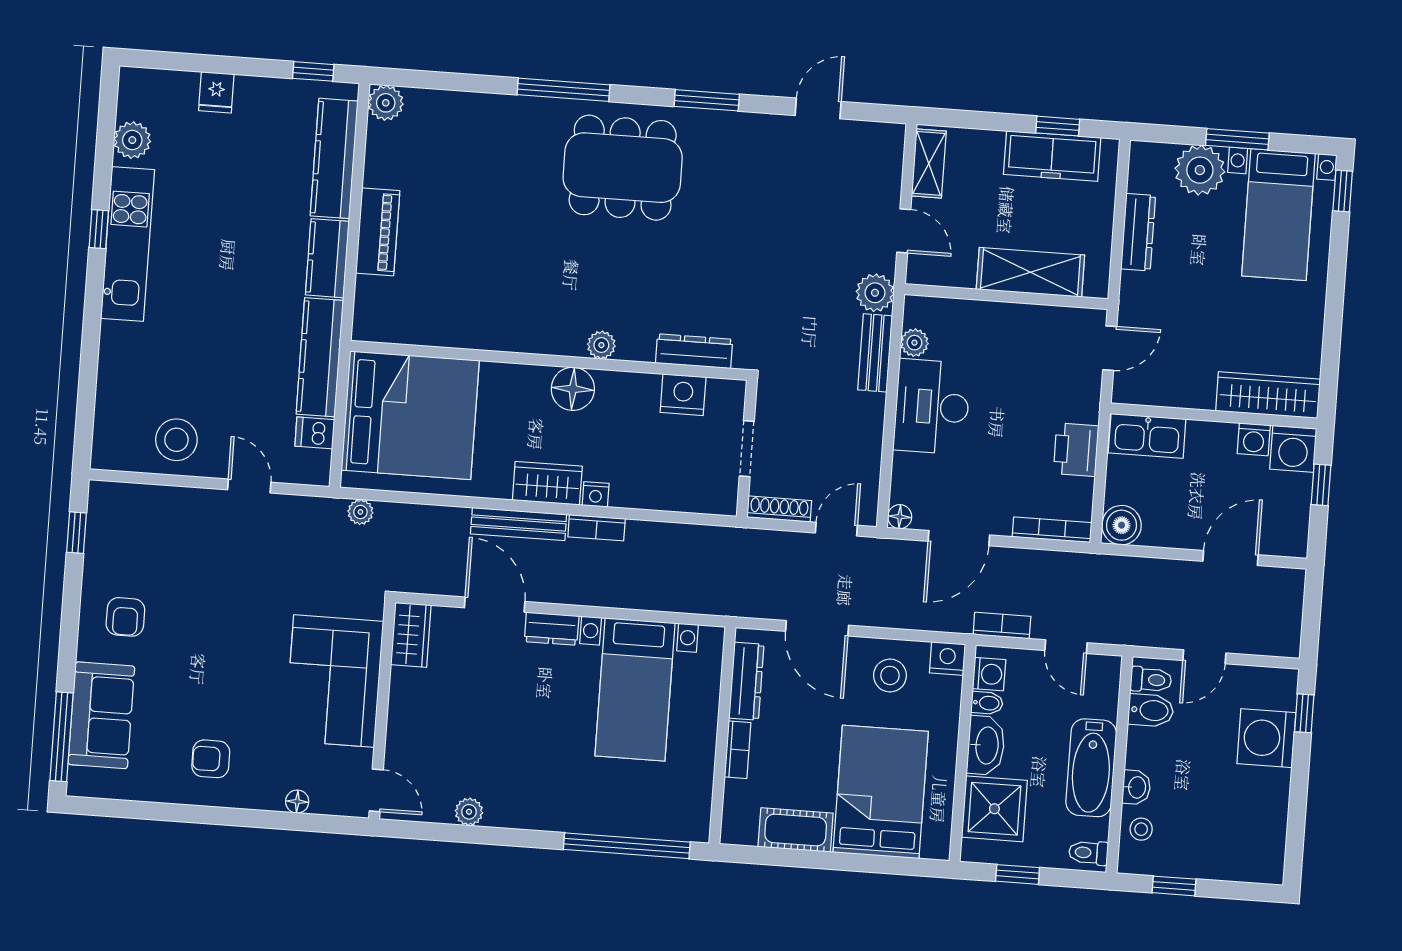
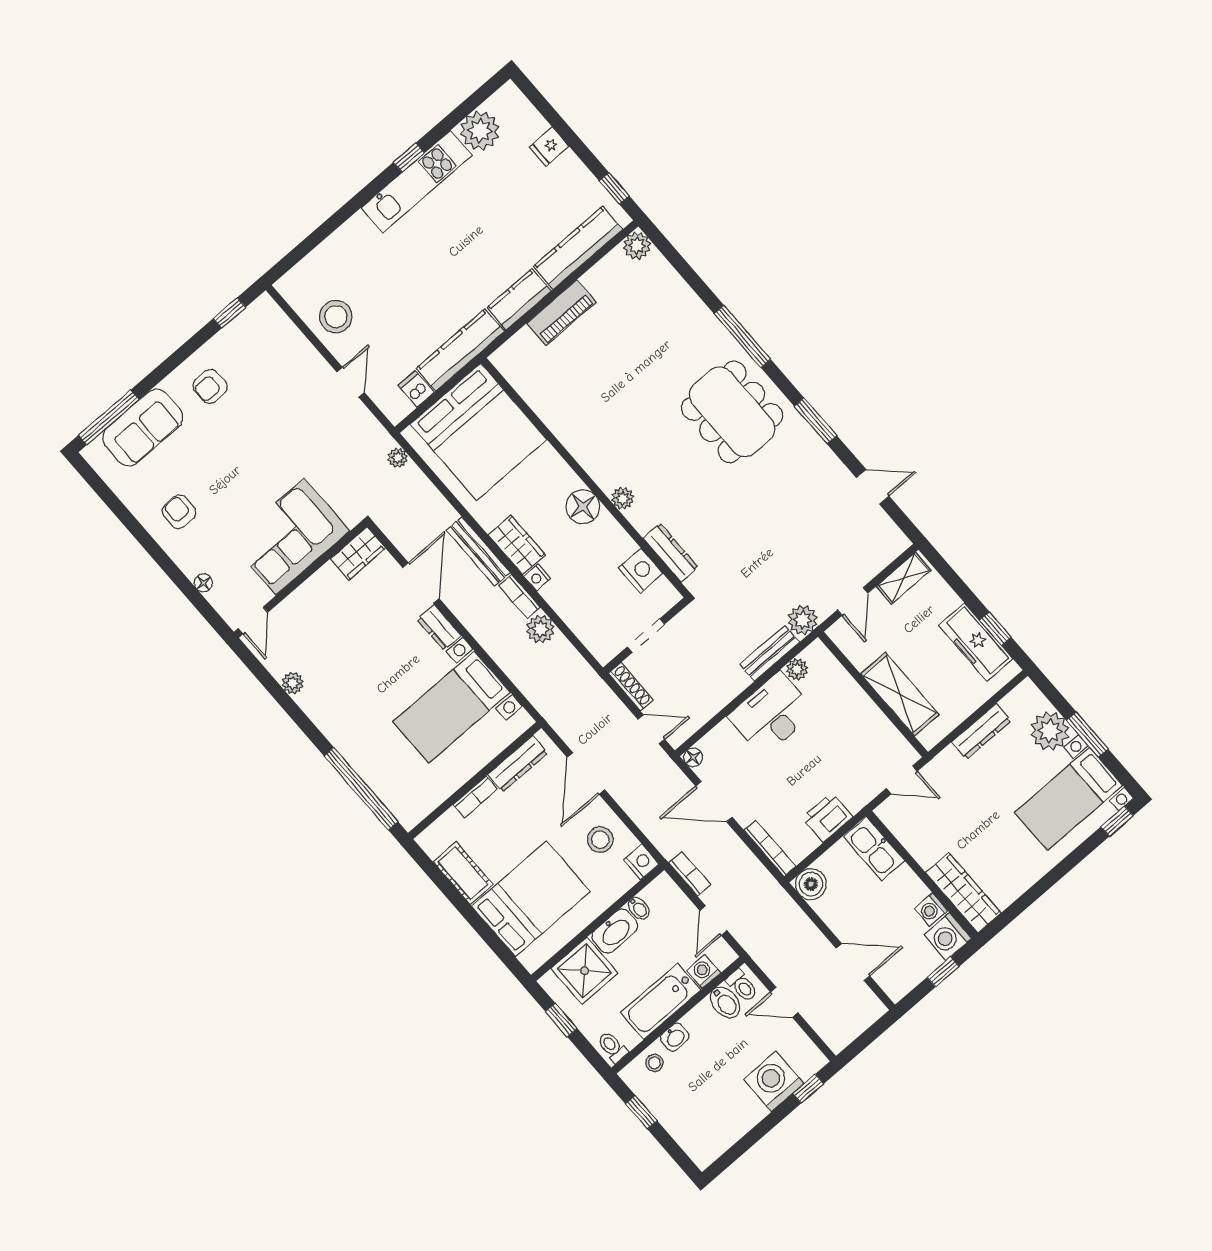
plant: (132, 140) -> (480, 131), width x1.36, depth x1.36
plant: (645, 538) -> (540, 629), added
washing machine: (989, 674) -> (704, 972), moved, turned 180

